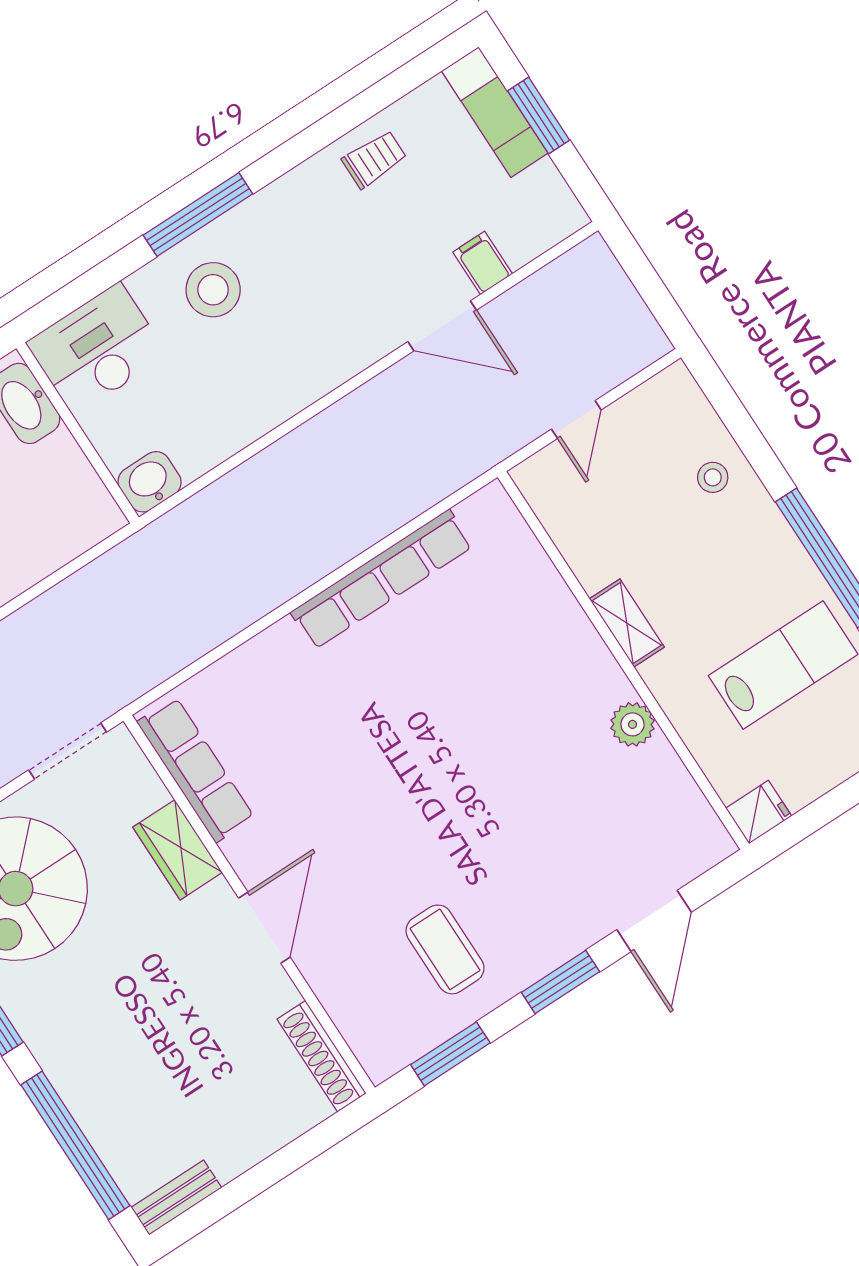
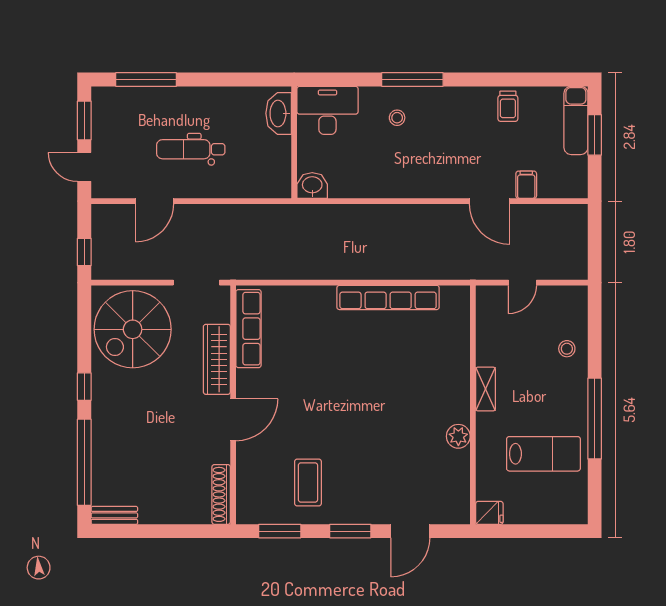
trolley: (374, 159) -> (508, 106), turned 90
stool: (213, 290) -> (397, 118), width x0.53, depth x0.53
wardrobe: (178, 850) -> (217, 359), width x1.50

